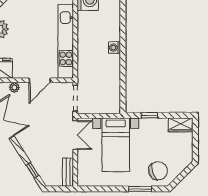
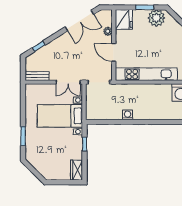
washing machine: (115, 48) -> (128, 115), moved
chair: (158, 171) -> (38, 151), removed

